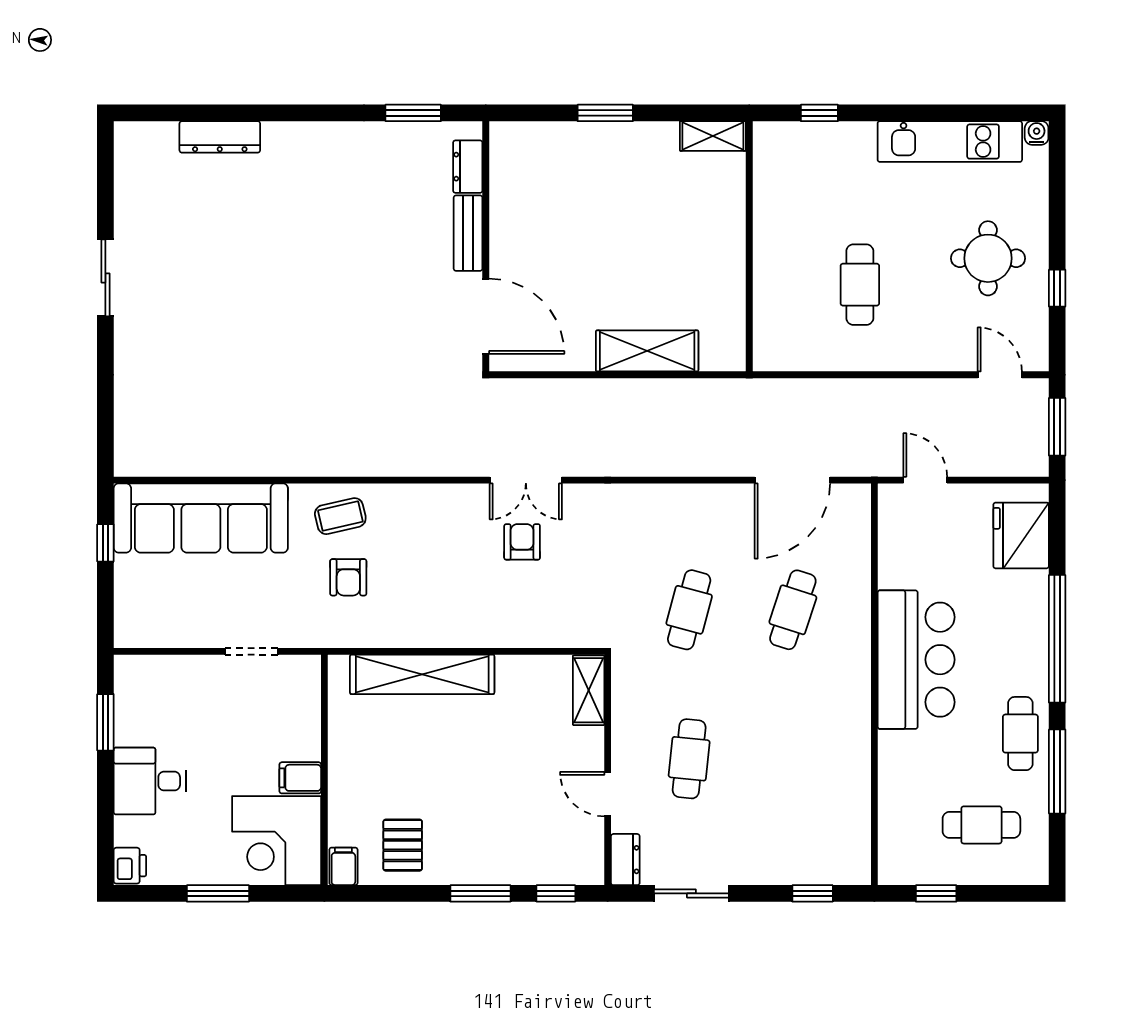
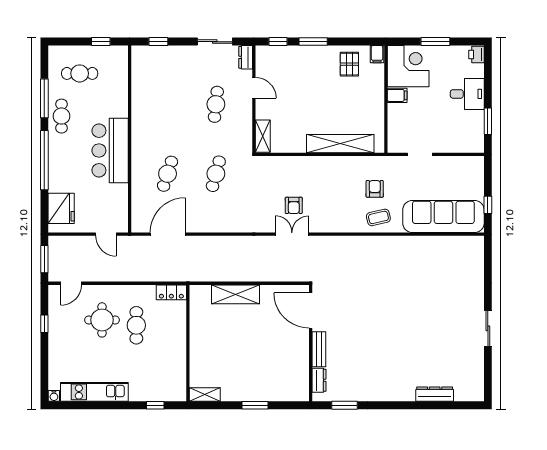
round table: (988, 258) -> (102, 320), moved
locker: (785, 355) -> (171, 292), added
door: (1000, 375) -> (71, 283), hinge flipped

